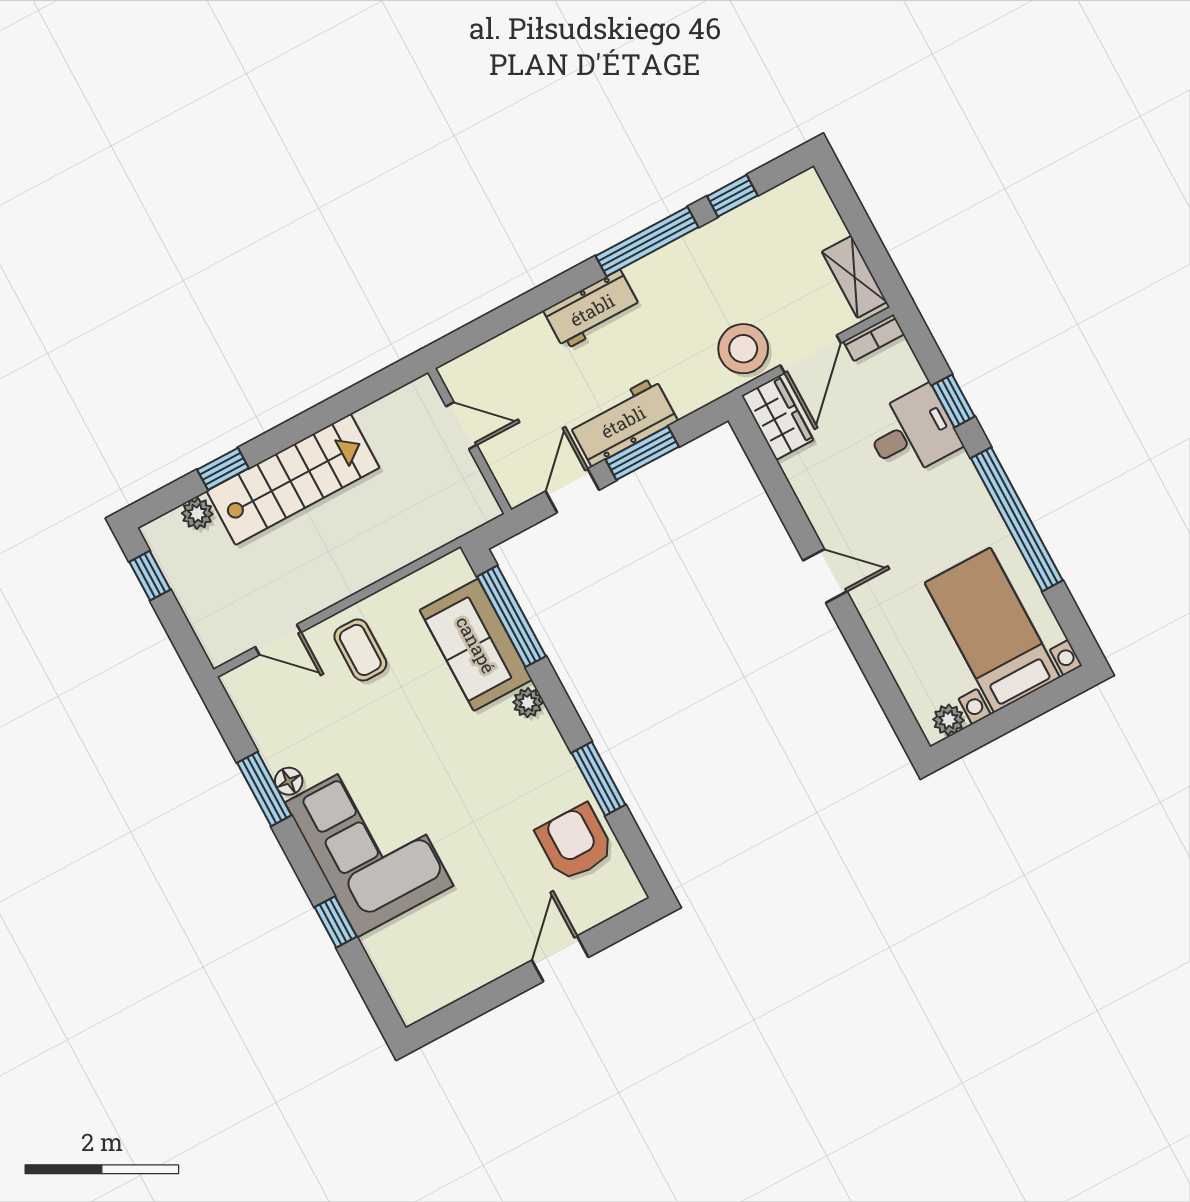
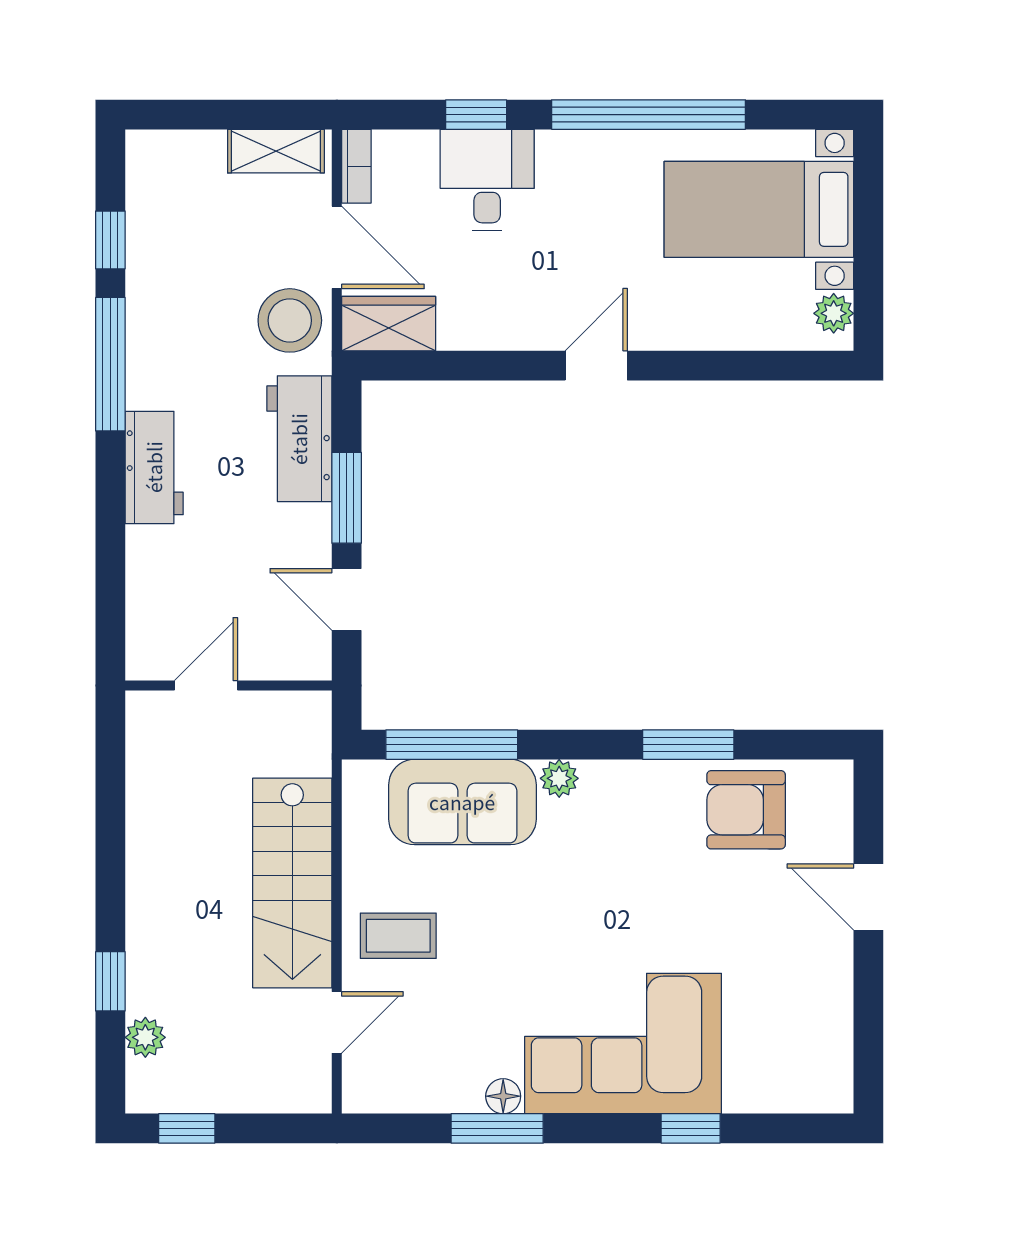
workbench: (623, 422) -> (299, 439), moved
stairs: (293, 479) -> (292, 883), moved, turned 180

